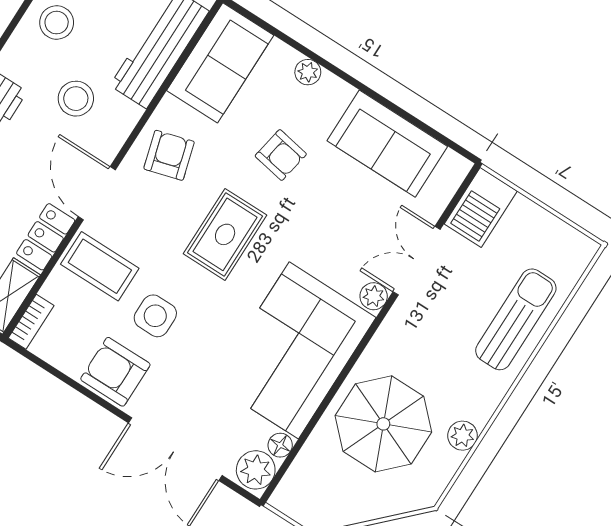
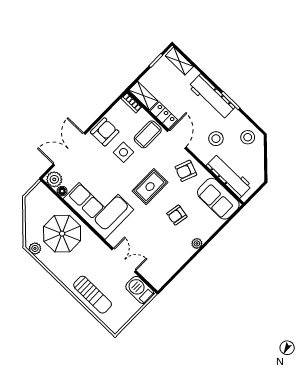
plant: (308, 72) -> (197, 243), moved
sofa: (387, 144) -> (173, 258), removed
armchair: (169, 155) -> (186, 171), turned 127
door: (97, 193) -> (177, 139), hinge flipped
rug: (225, 234) -> (150, 187), turned 90
plant: (374, 296) -> (113, 240), removed
plant: (463, 436) -> (35, 248), moved

